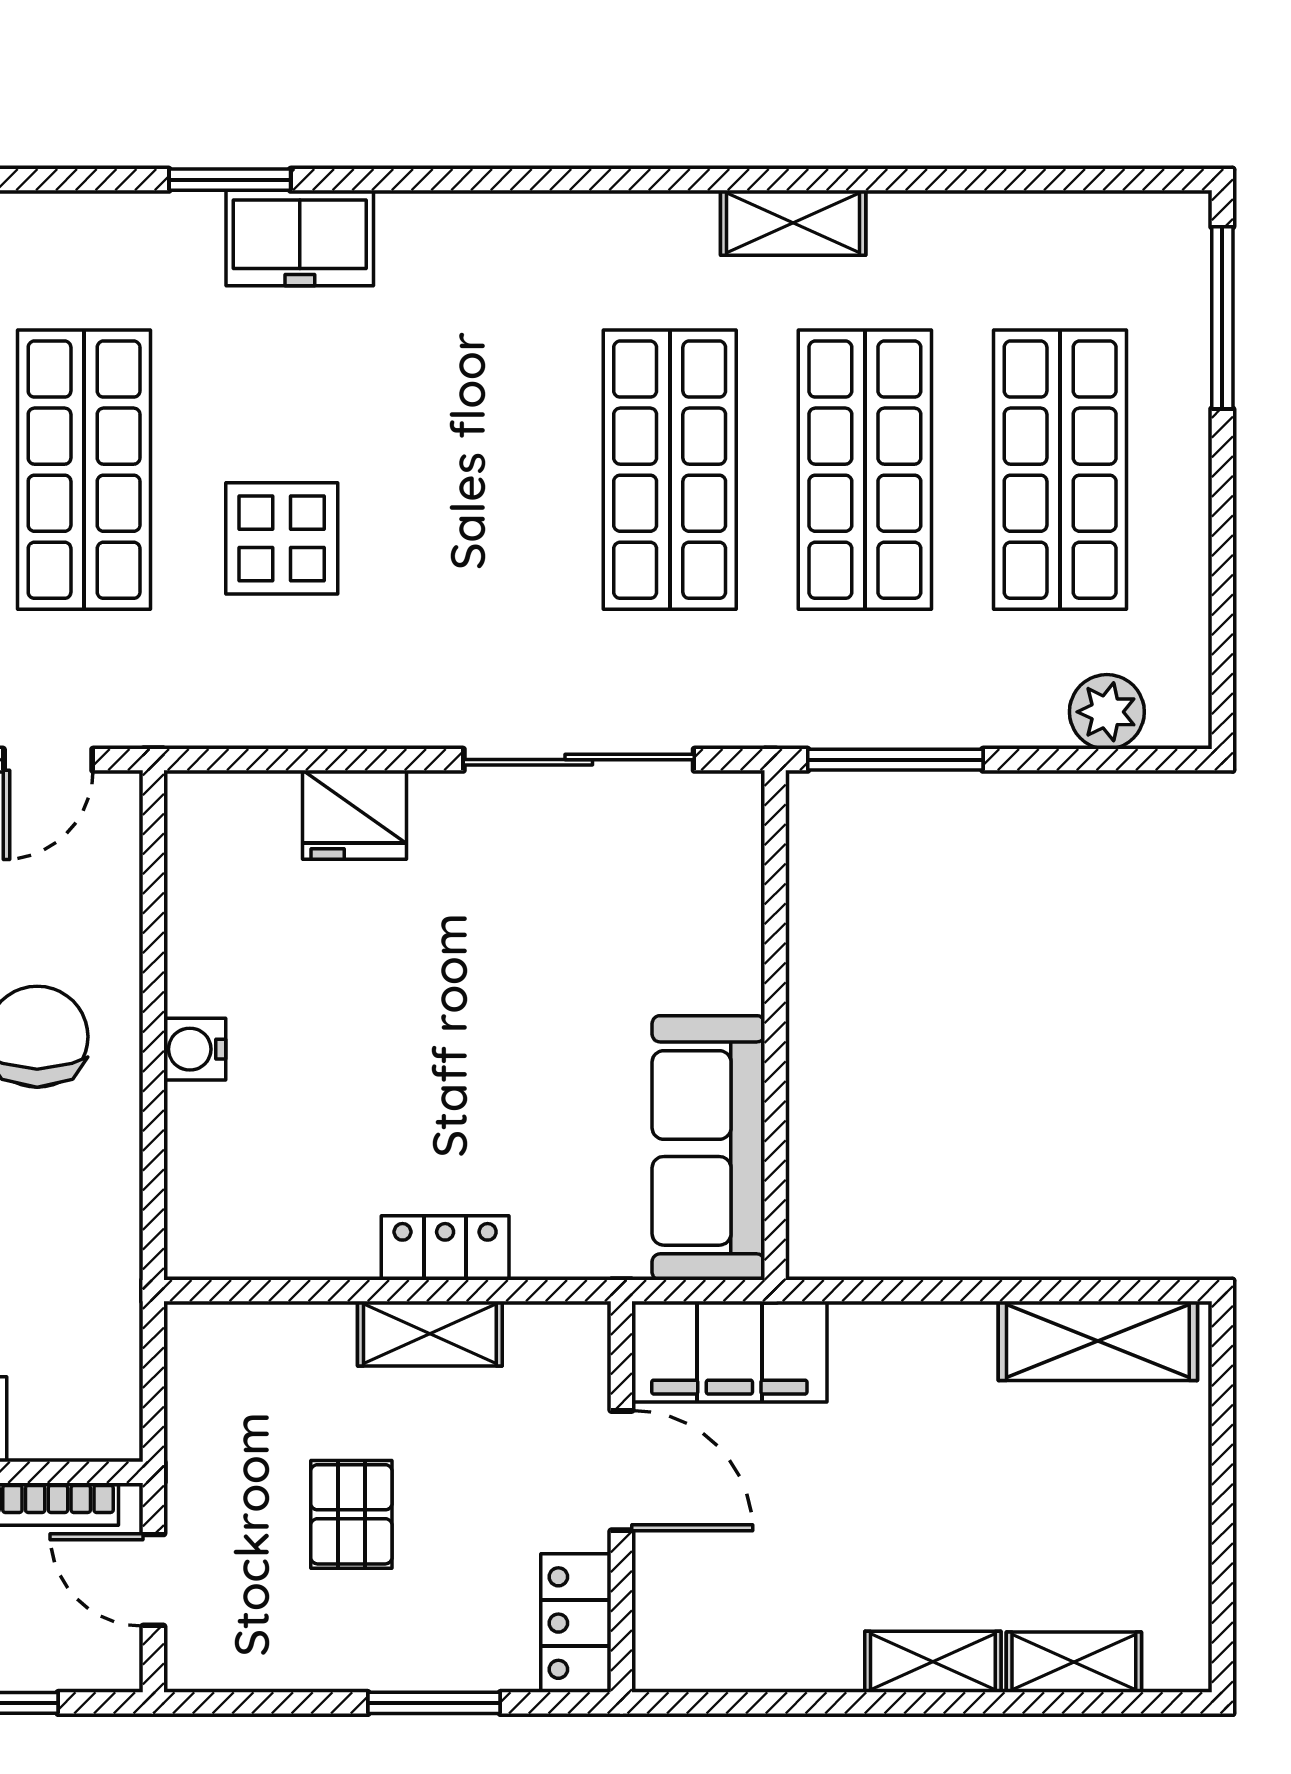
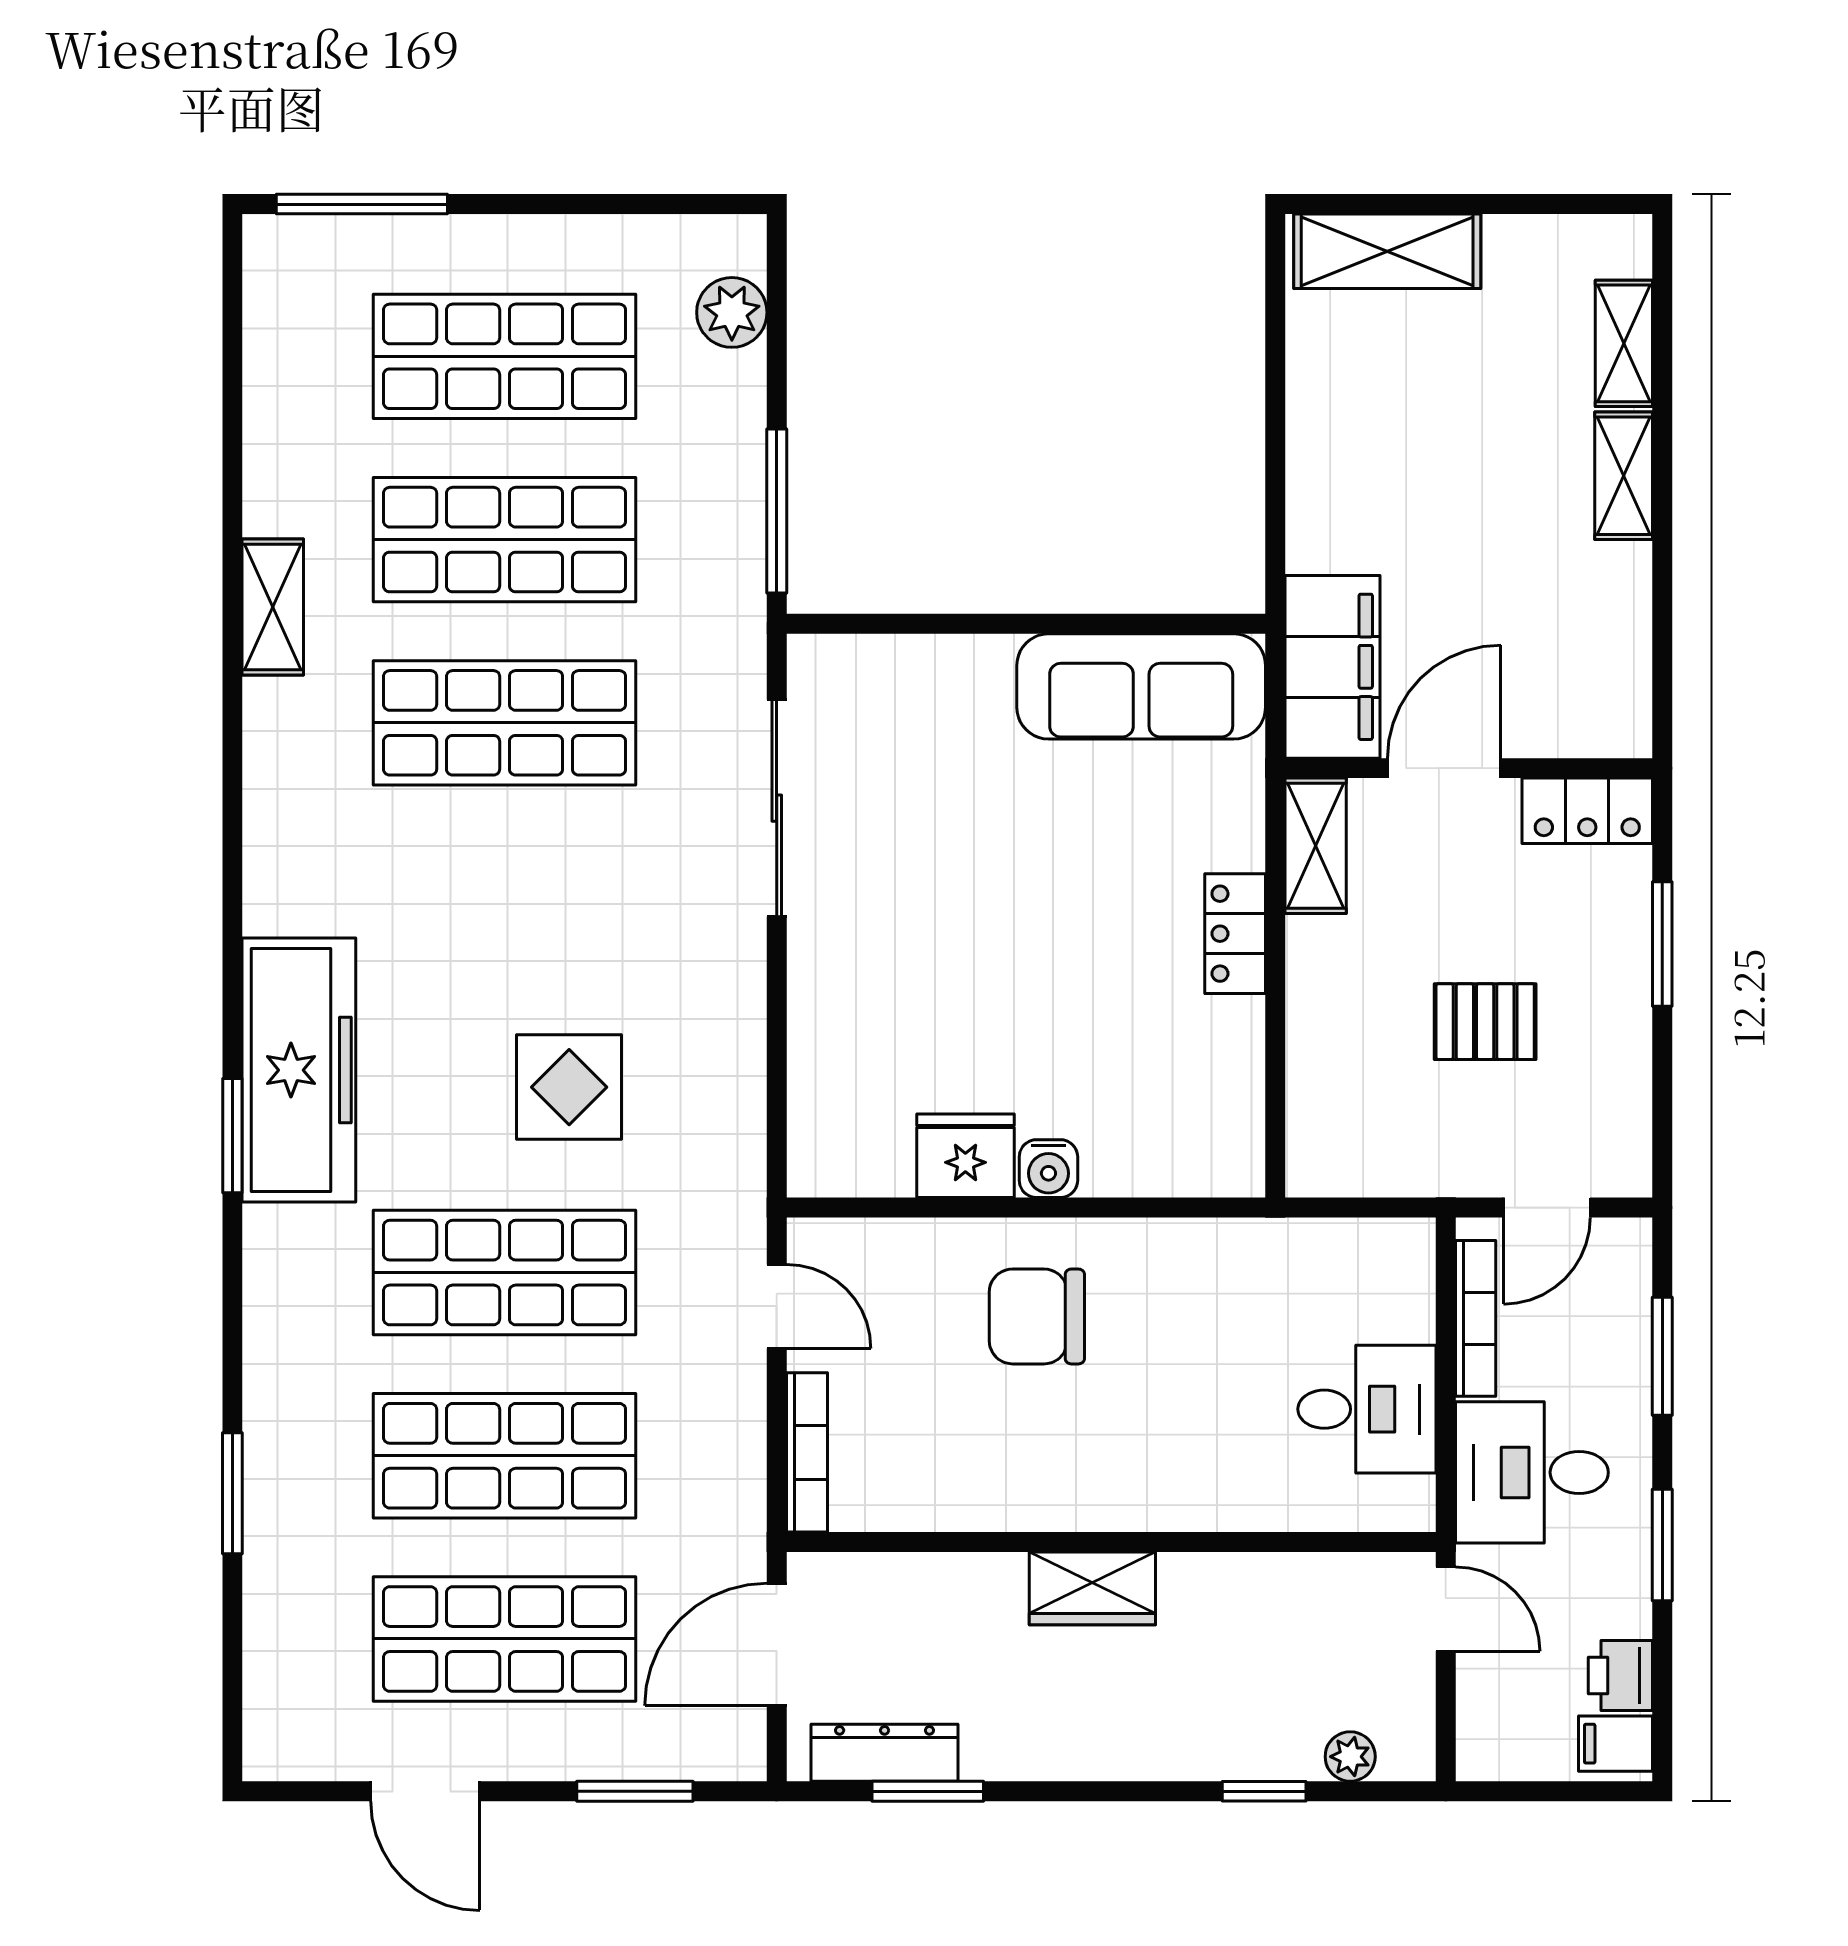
freezer: (300, 238) -> (299, 1070), width x1.91, depth x1.26
fridge: (355, 815) -> (965, 1156), moved, turned -90
shelving: (430, 1334) -> (1316, 846), moved
shelving: (1098, 1341) -> (1387, 251), moved, turned 90

